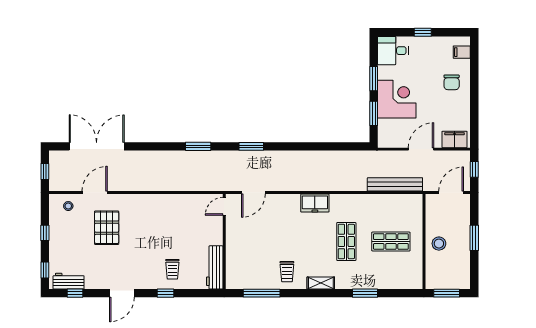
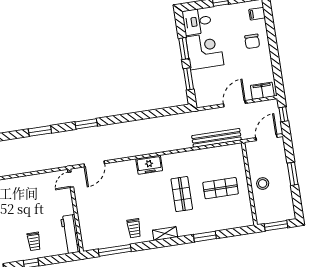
corner desk: (397, 99) -> (205, 51), moved

